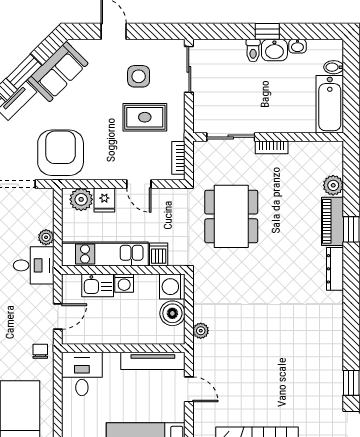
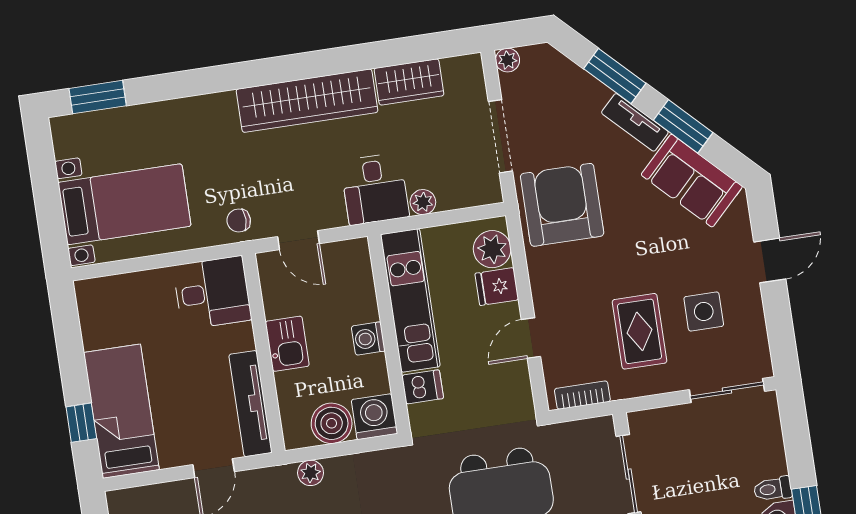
armchair: (61, 153) -> (562, 205), turned -90
kitchen sink: (98, 285) -> (287, 344), moved, turned 180
chair: (40, 351) -> (239, 220), turned 180

